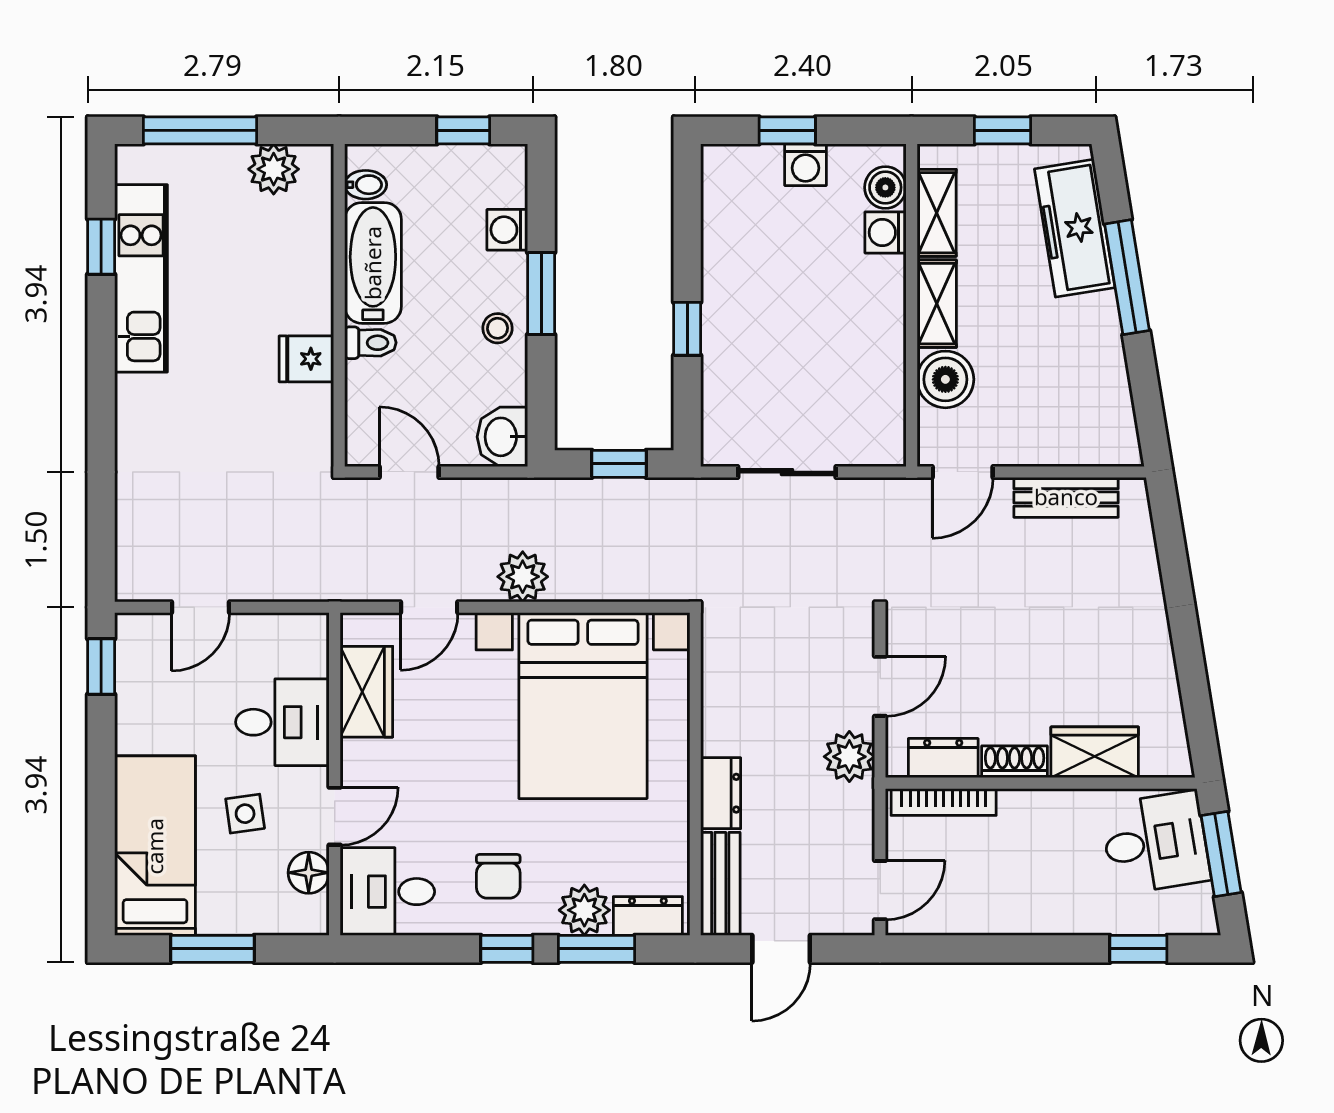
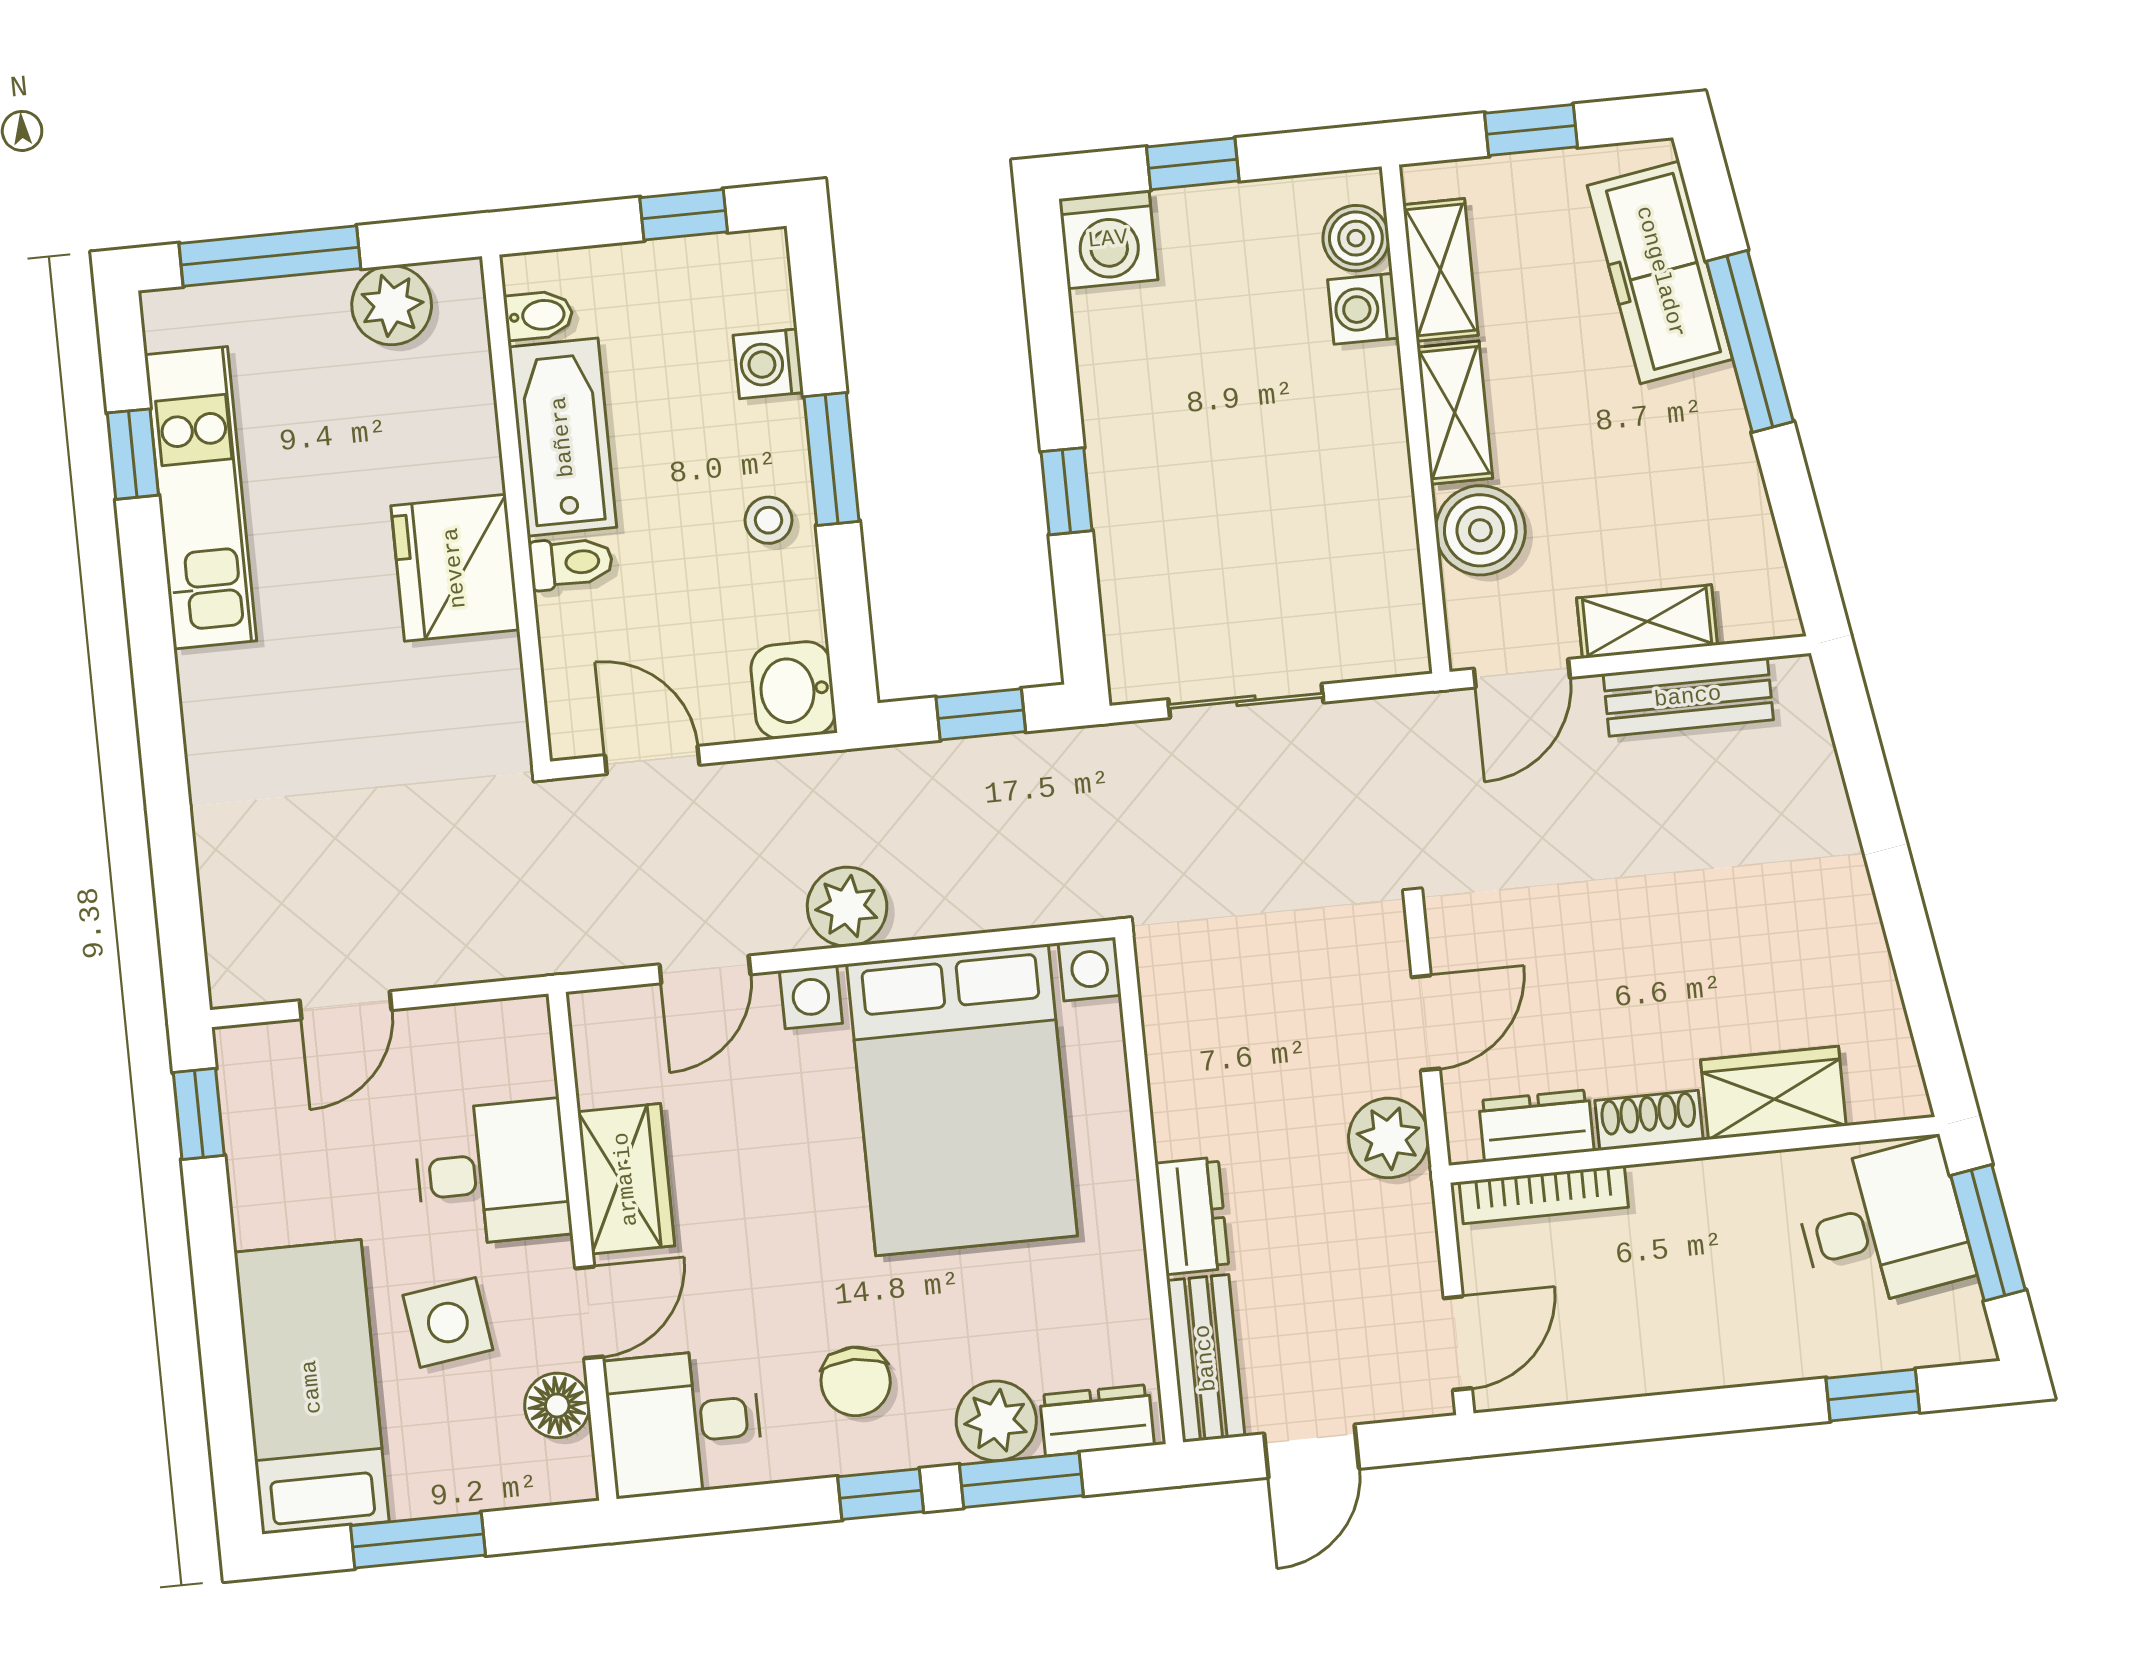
washing machine: (805, 165) -> (1108, 239), moved, width x1.38, depth x1.38
fridge: (306, 359) -> (455, 568), width x1.88, depth x1.34
shelving: (1045, 447) -> (1647, 622), added
wardrobe: (366, 692) -> (626, 1179), moved
side table: (245, 814) -> (448, 1322), width x1.37, depth x1.37

